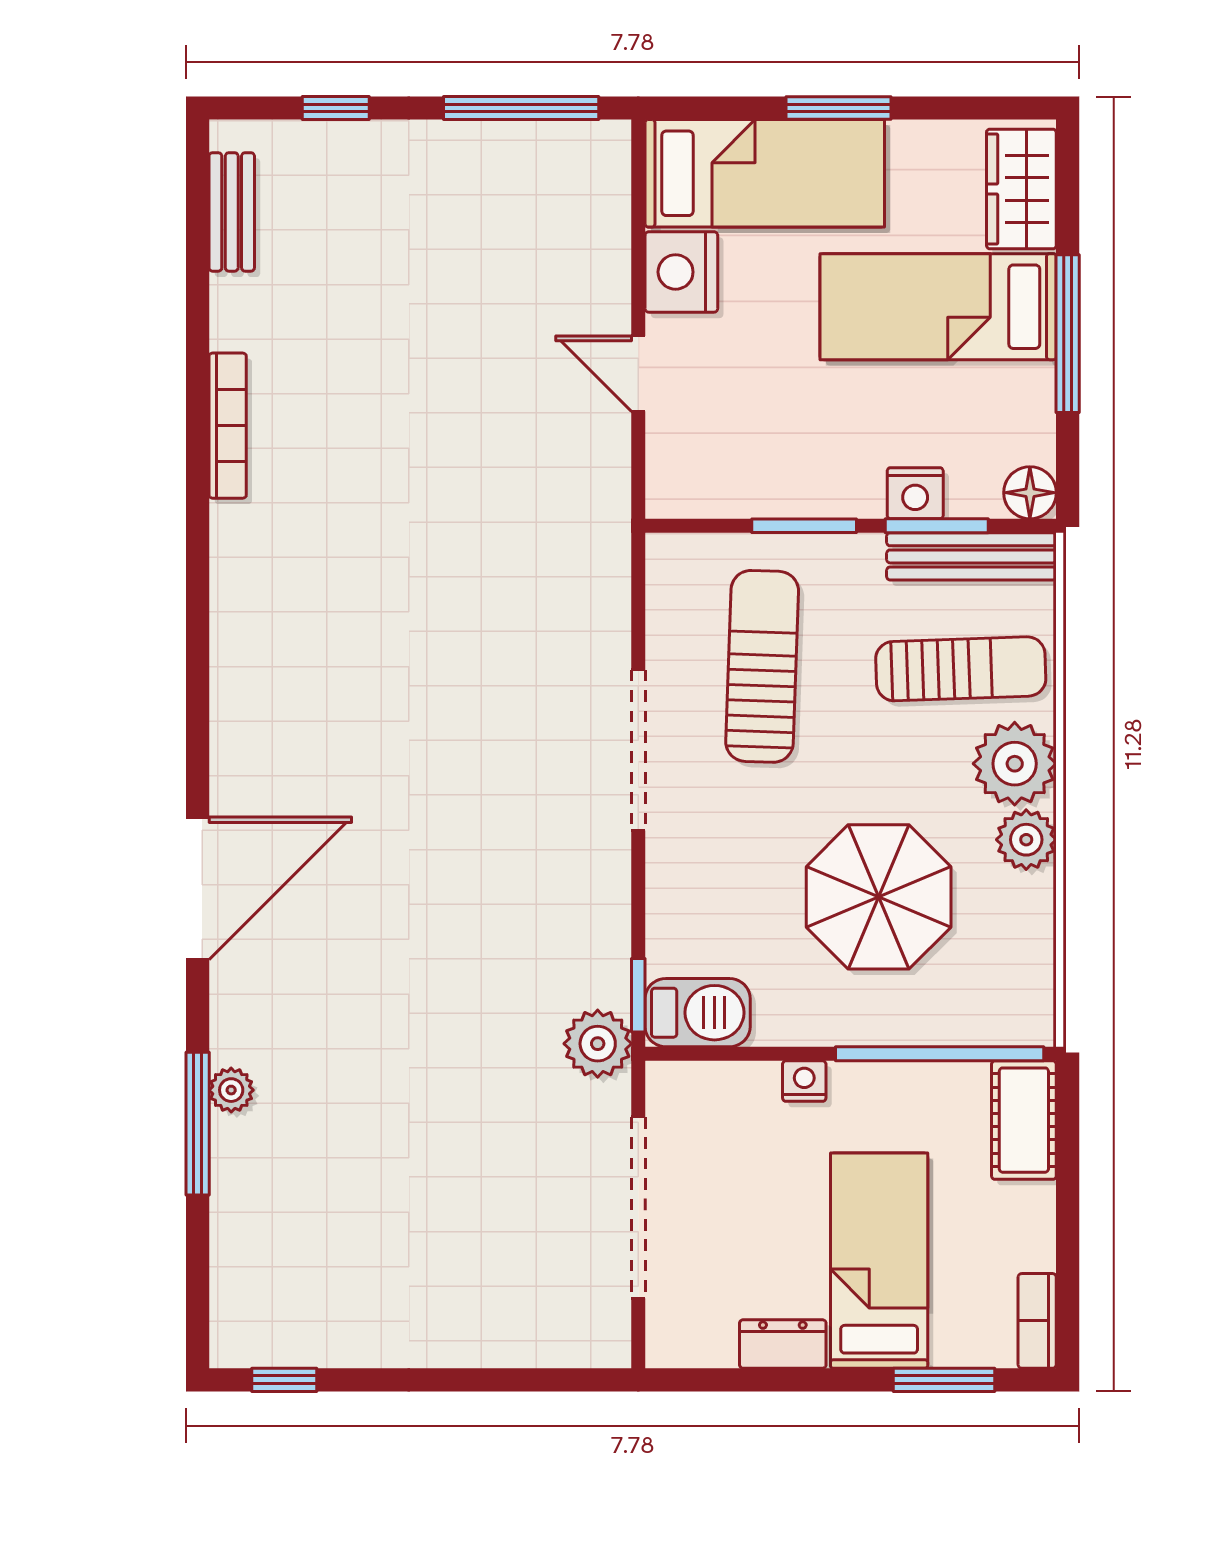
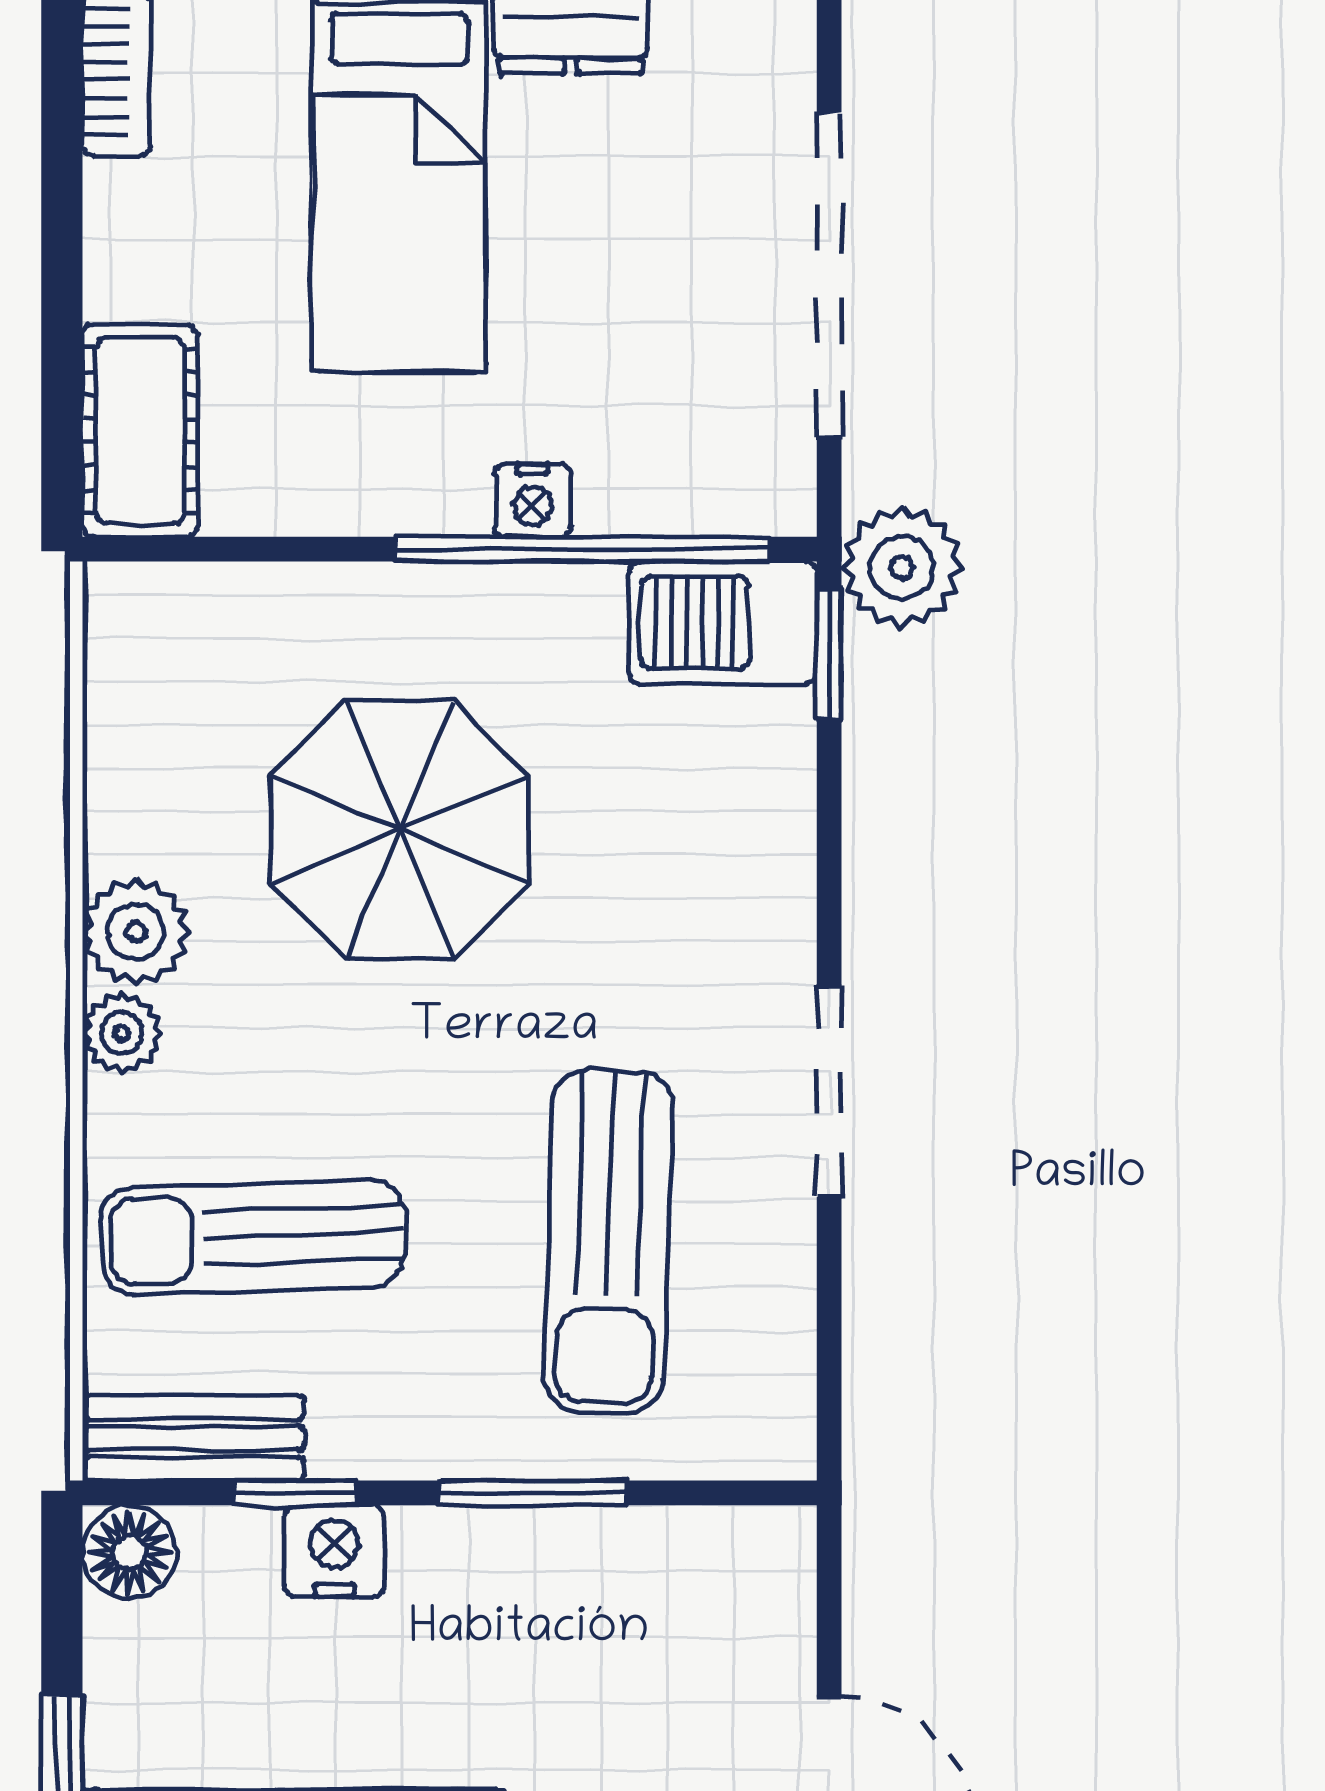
window: (937, 526) -> (296, 1493), width x0.67
bench: (971, 556) -> (193, 1438), width x0.73
doorway: (638, 750) -> (829, 1092), width x0.73
plant: (1015, 764) -> (122, 1033), width x0.53, depth x0.53
window: (940, 1054) -> (583, 549), moved

